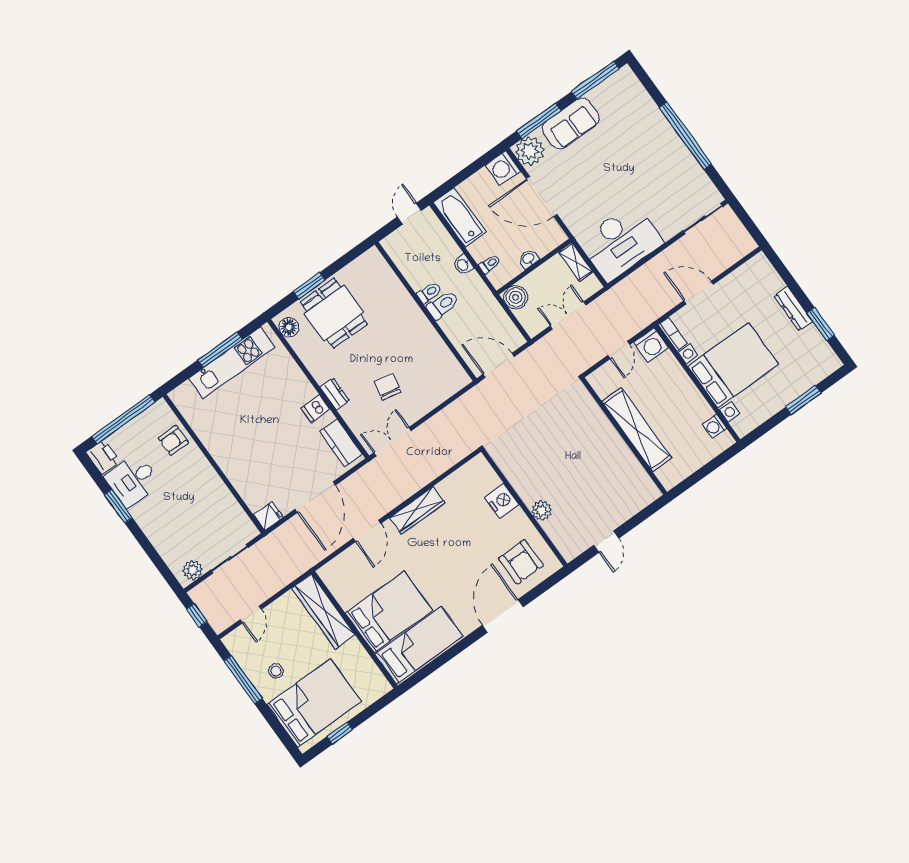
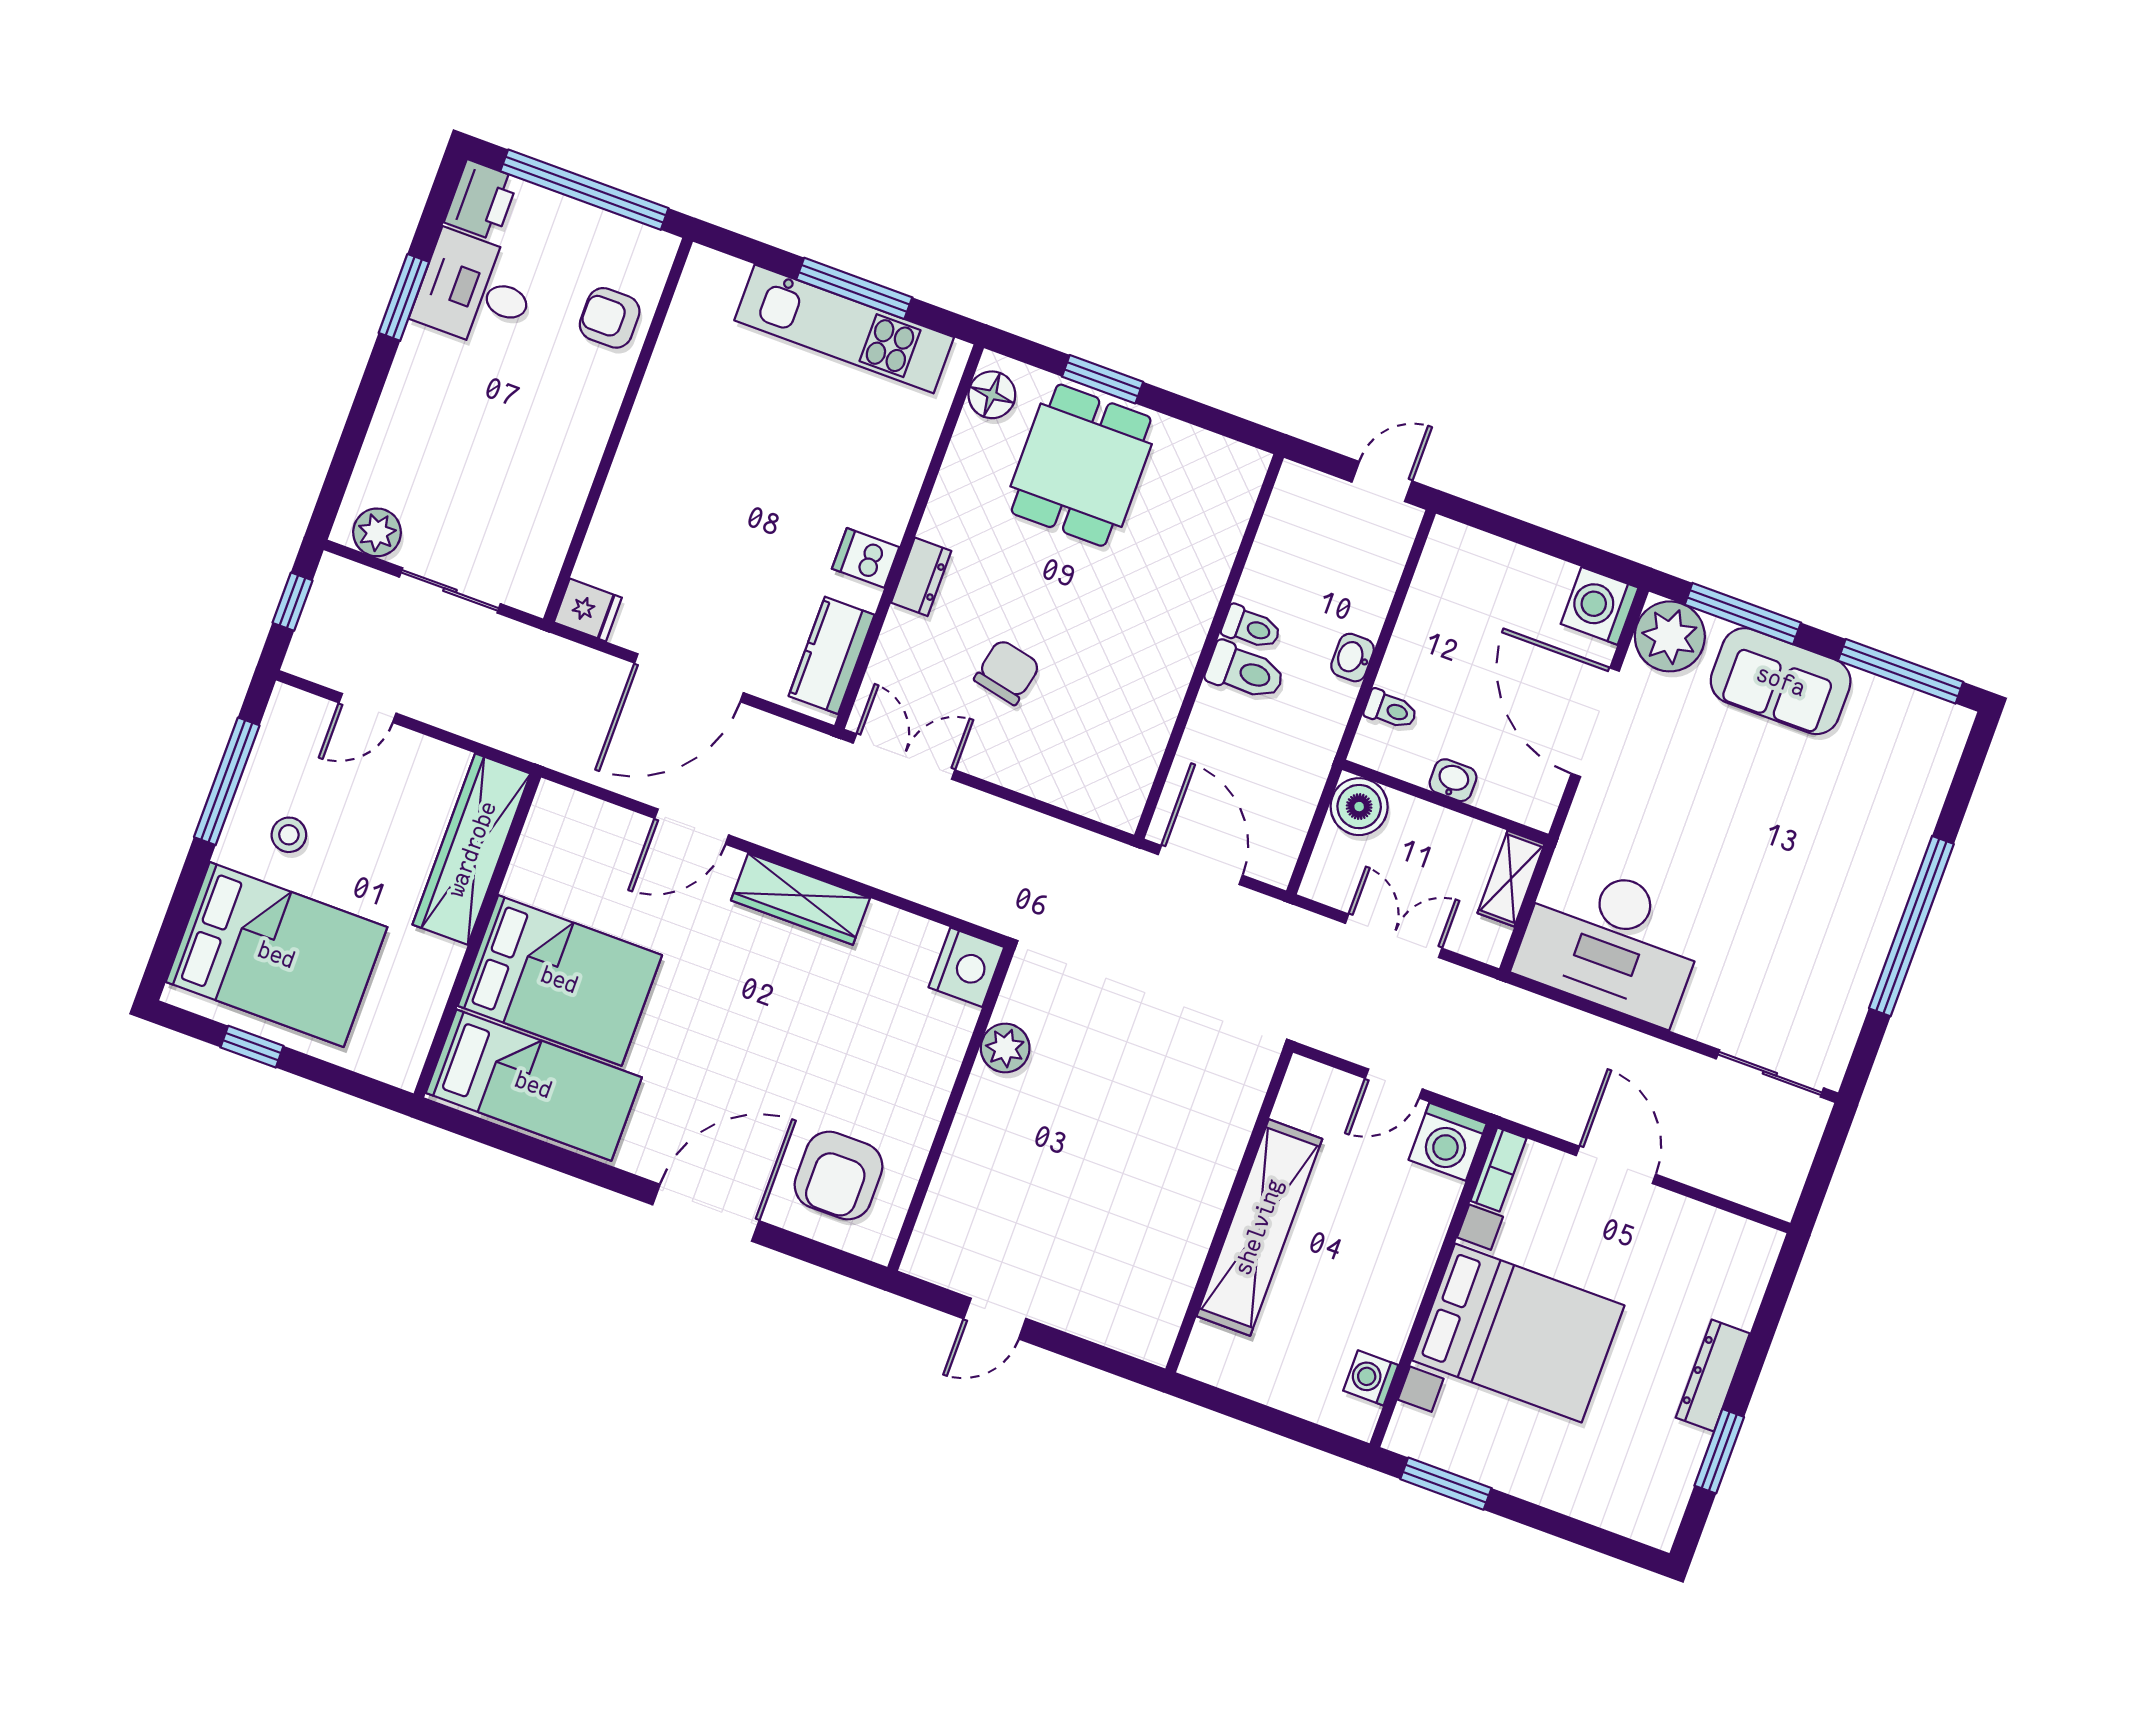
bathtub: (460, 217) -> (1443, 587), removed
window: (803, 400) -> (1446, 1484), moved
nightstand: (502, 501) -> (966, 967), moved
plant: (542, 511) -> (1005, 1048), moved

